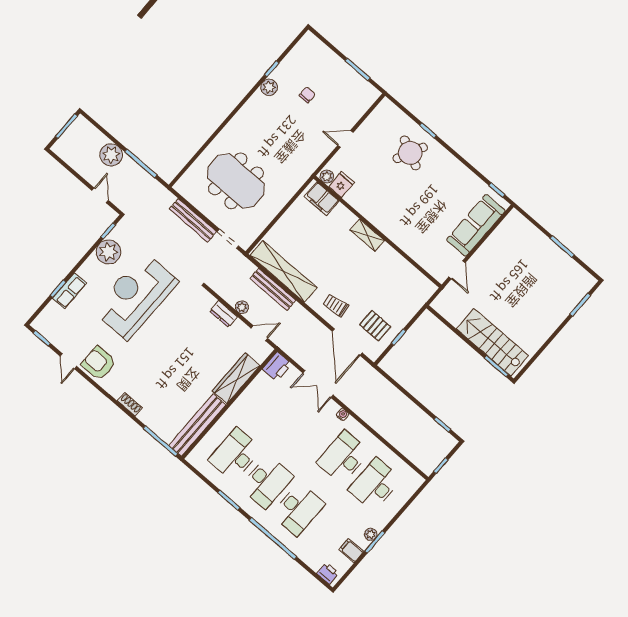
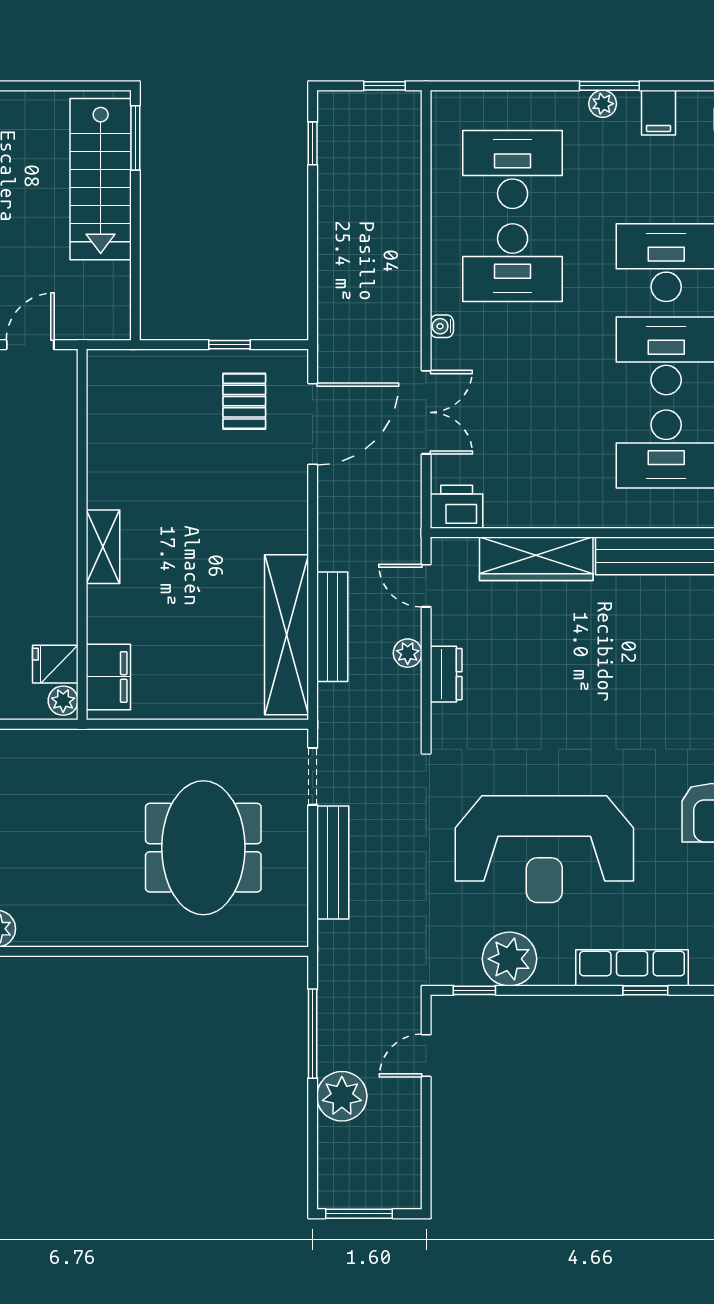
row of seats: (70, 291) -> (632, 968), width x1.48
trolley: (336, 305) -> (268, 498), removed
desk: (375, 484) -> (513, 169), turned 180

